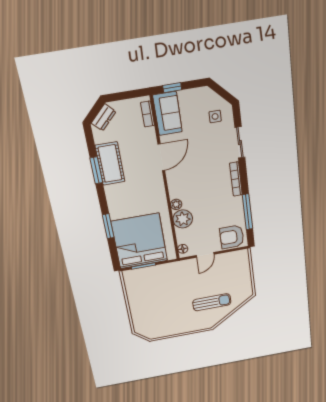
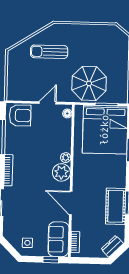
side table: (215, 116) -> (27, 243), moved
door: (161, 157) -> (71, 203), hinge flipped
plant: (183, 219) -> (61, 172), moved
parasol: (166, 282) -> (89, 83), added

